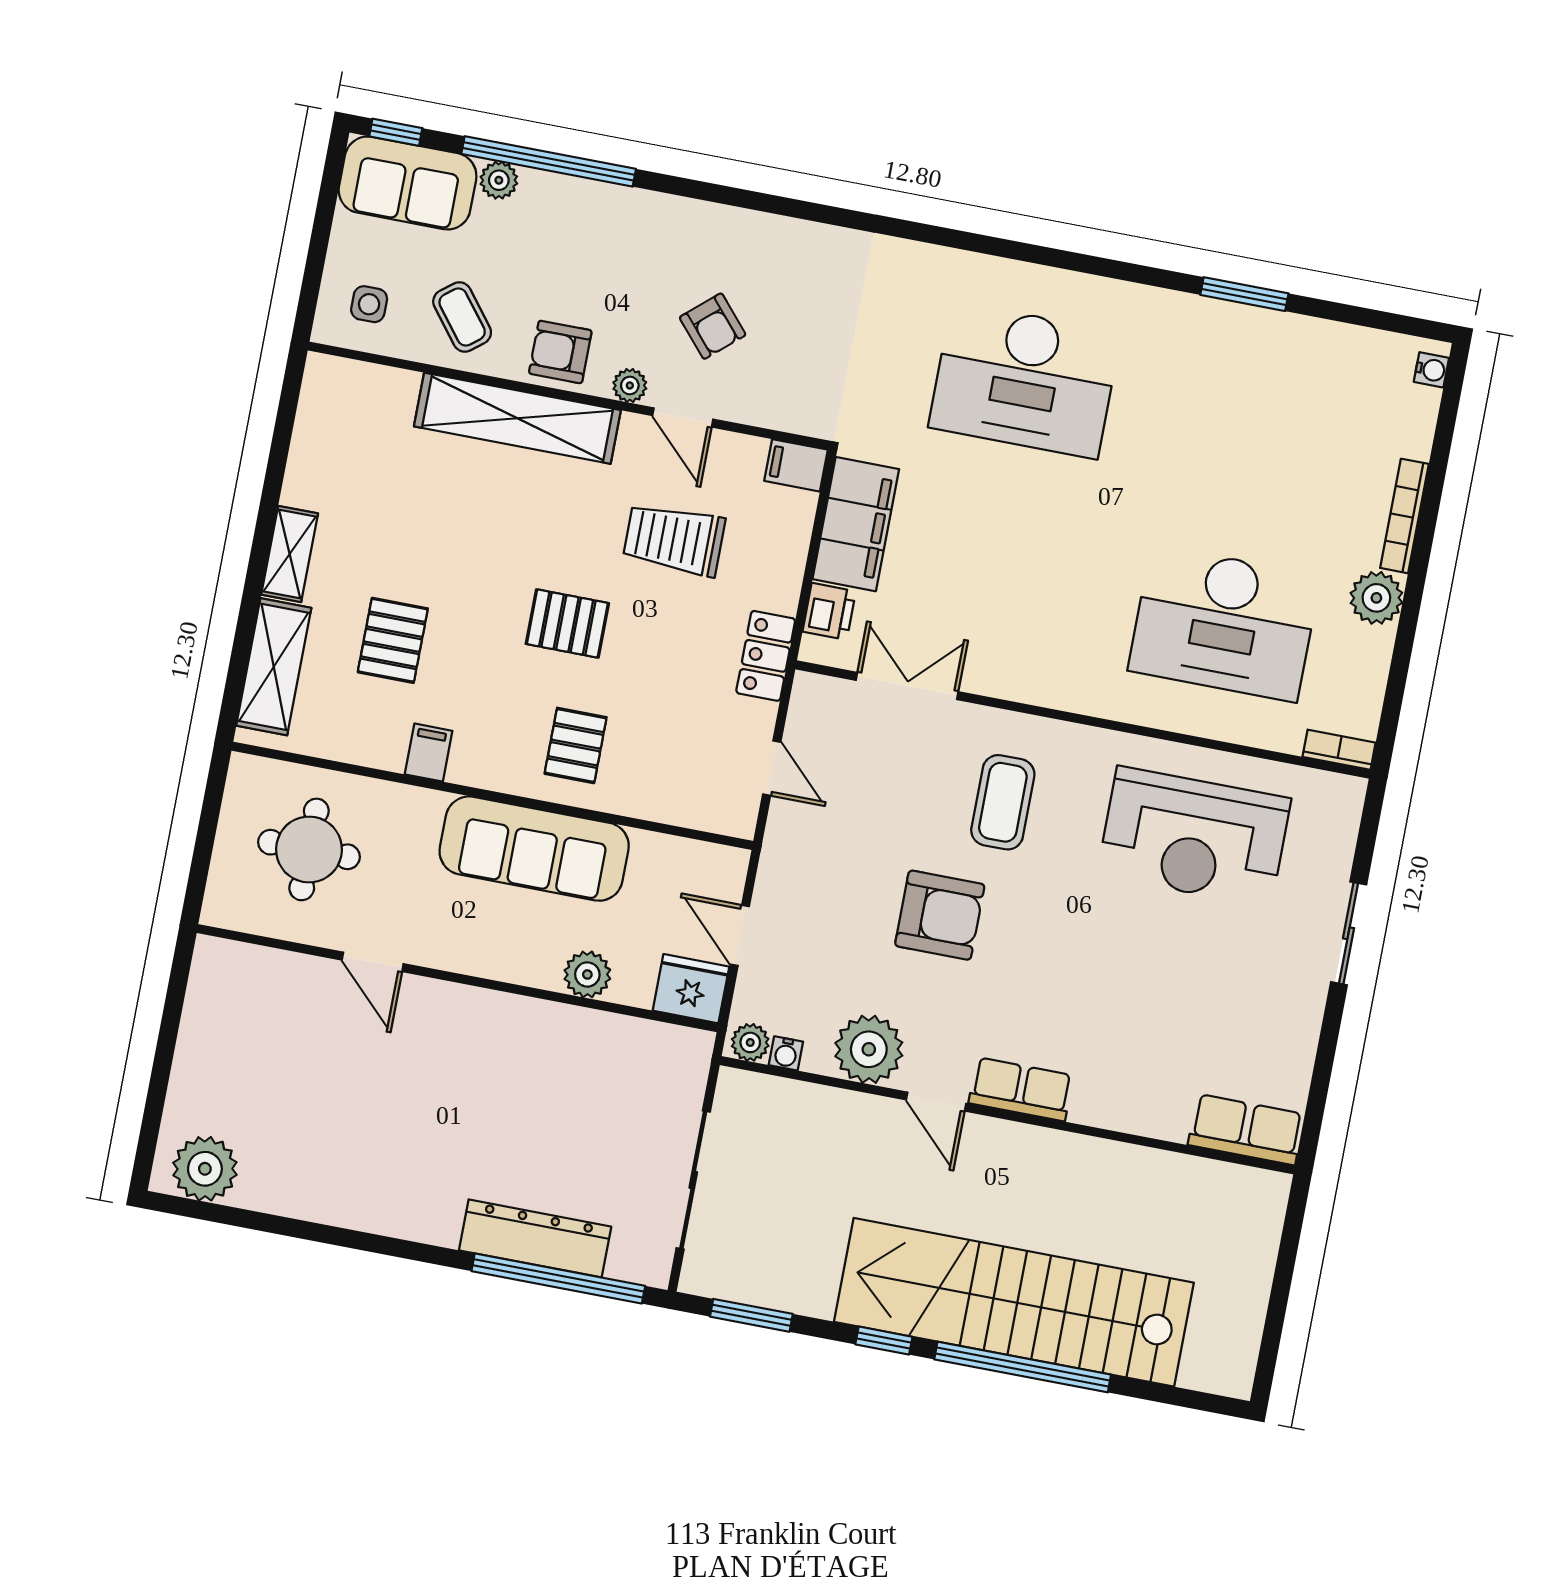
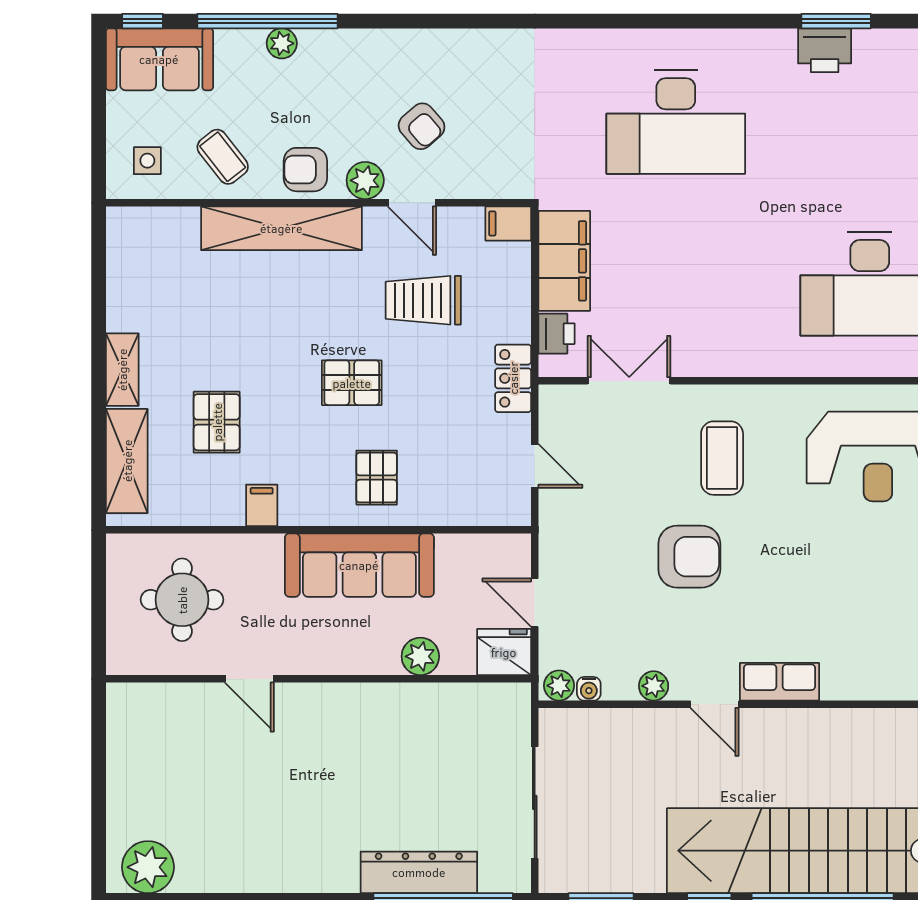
plant: (499, 180) -> (282, 43), moved
printer: (1223, 327) -> (825, 50), added
plant: (630, 385) -> (365, 180), width x1.38, depth x1.38
plant: (869, 1049) -> (654, 686), width x0.53, depth x0.53

